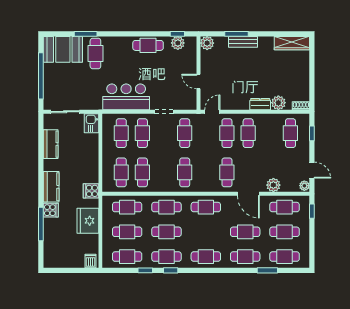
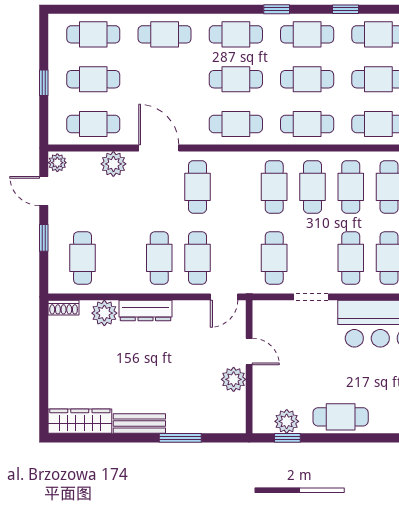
bench: (243, 42) -> (139, 424), moved
plant: (207, 43) -> (234, 379), moved
dresser: (260, 104) -> (145, 311), width x1.44
window: (312, 133) -> (44, 238), moved
cafe table: (164, 172) -> (312, 187), added
window: (312, 211) -> (44, 83), moved
cafe table: (245, 232) -> (236, 79), moved
window: (171, 270) -> (277, 9), moved
window: (267, 270) -> (124, 9), removed

